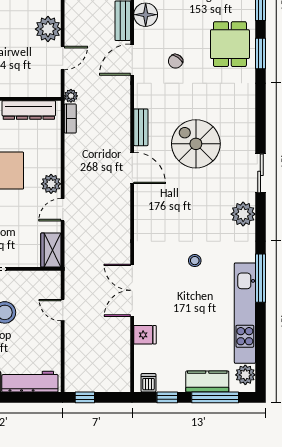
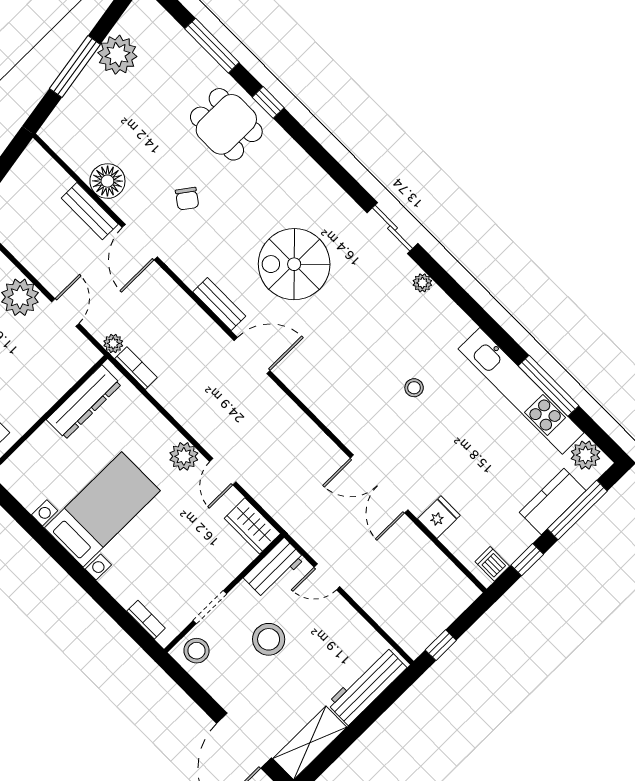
window: (260, 53) -> (268, 102), width x0.67
plant: (243, 214) -> (422, 283), width x0.53, depth x0.53
window: (260, 278) -> (548, 386), moved
workbench: (41, 281) -> (274, 568), added

